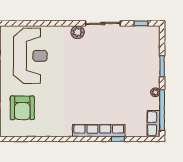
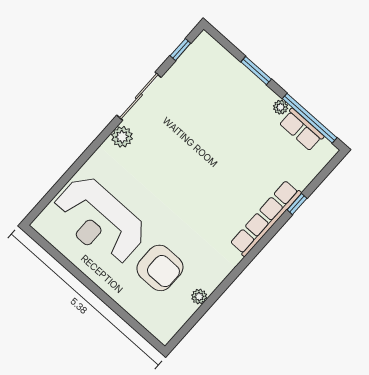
reception desk: (30, 56) -> (99, 221), turned 180
armchair: (22, 108) -> (160, 268), moved
row of seats: (153, 124) -> (301, 130), moved
plant: (36, 132) -> (199, 297), added

